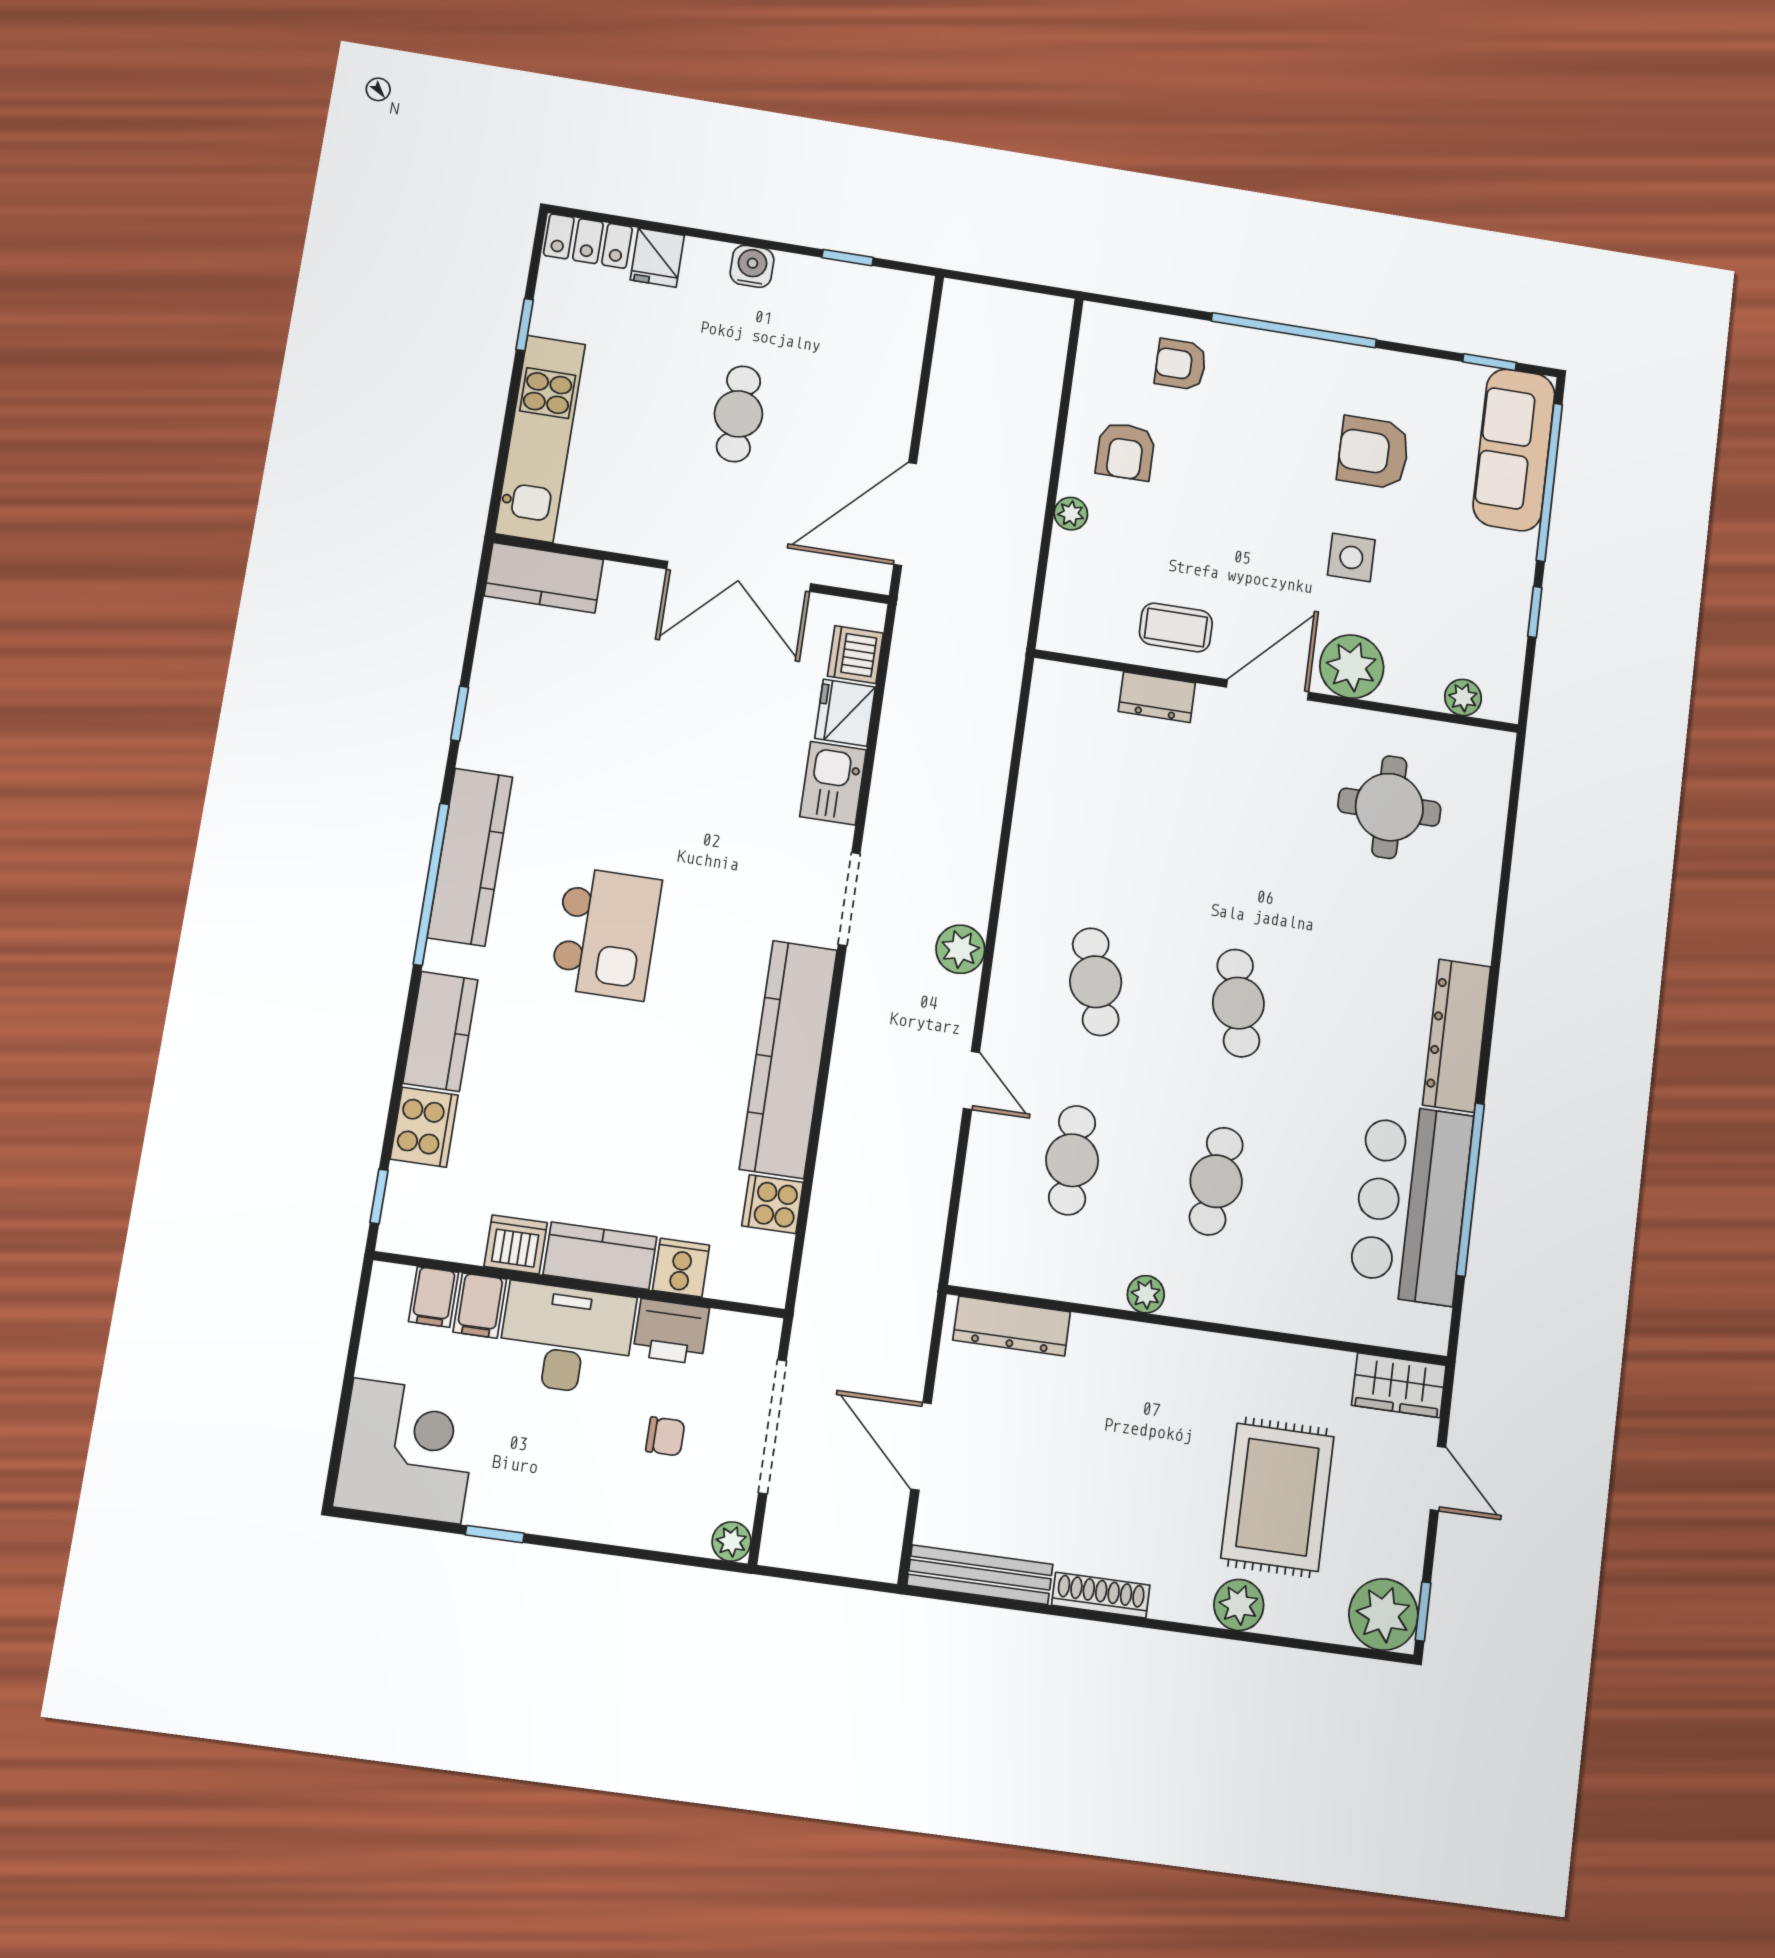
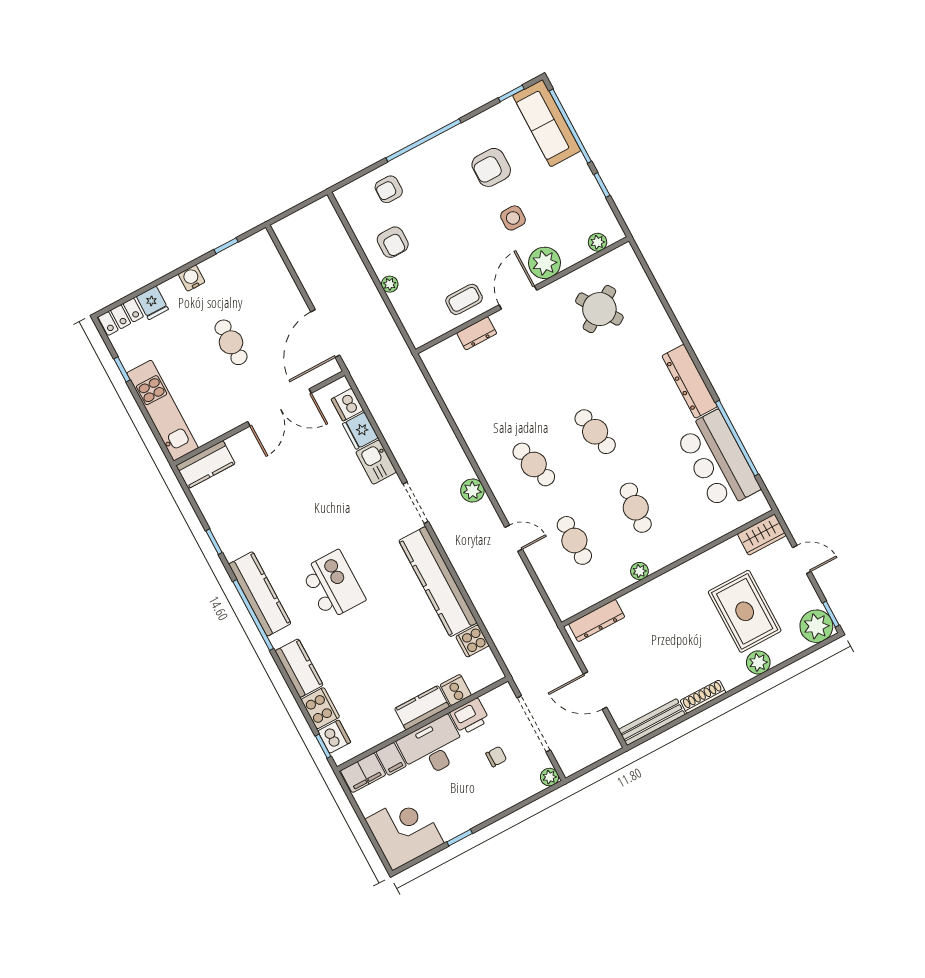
round table: (1389, 807) -> (599, 309), turned -33
dishwasher: (516, 1244) -> (334, 737), moved, turned 90
filing cabinet: (433, 1297) -> (363, 773), width x2.00

